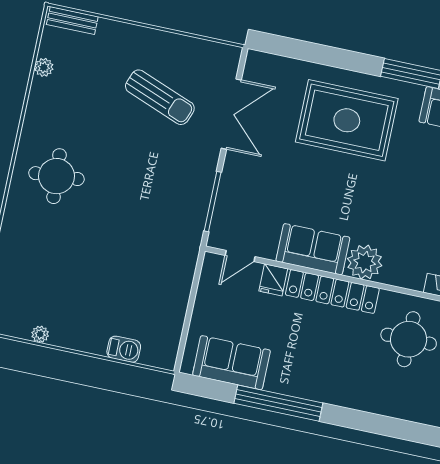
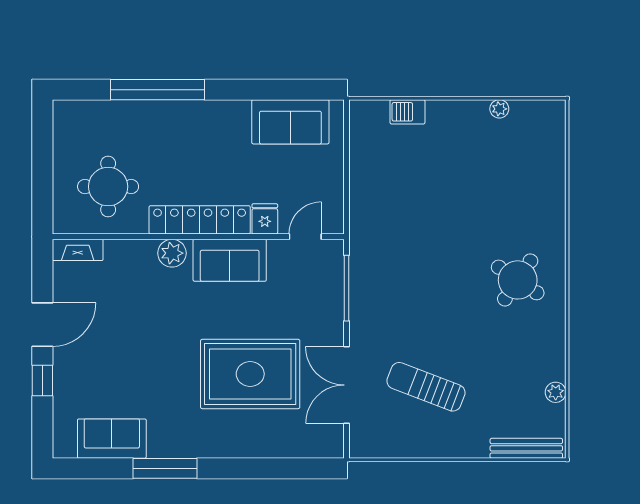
bench: (72, 20) -> (526, 448), width x1.36
rug: (347, 120) -> (250, 374), moved
round table: (57, 176) -> (518, 280), turned 38
plant: (365, 262) -> (172, 253), width x0.73, depth x0.73
window: (278, 403) -> (157, 90), moved

